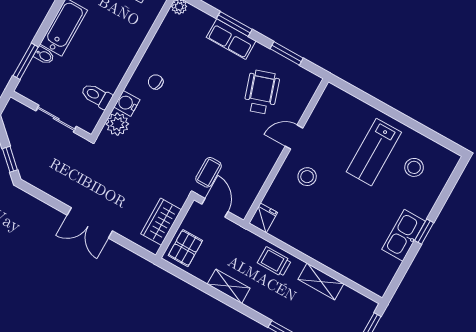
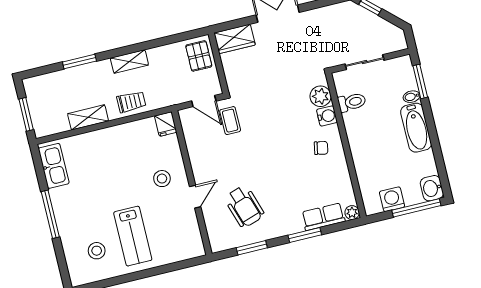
row of seats: (231, 39) -> (323, 217), moved
lab bench: (374, 152) -> (133, 236), turned 180
wardrobe: (161, 222) -> (235, 39), moved, turned 90
window: (424, 232) -> (50, 214), width x2.17
kitchen sink: (404, 235) -> (54, 166), moved
shelving: (229, 286) -> (129, 61), moved

